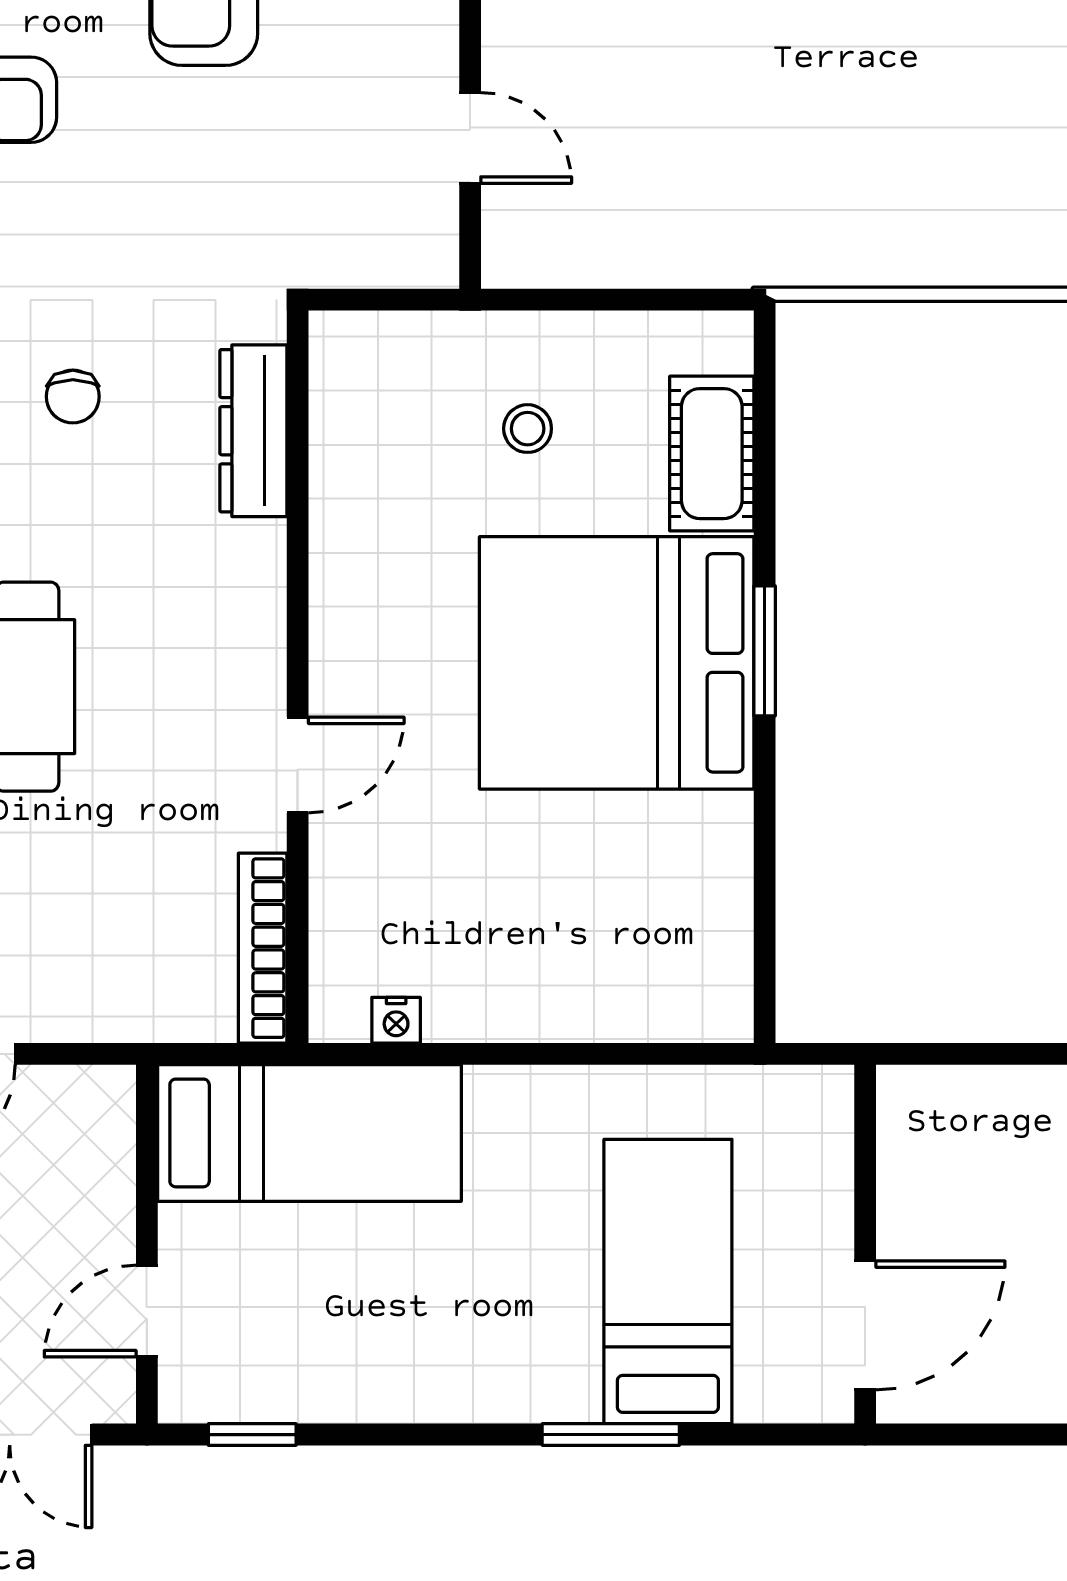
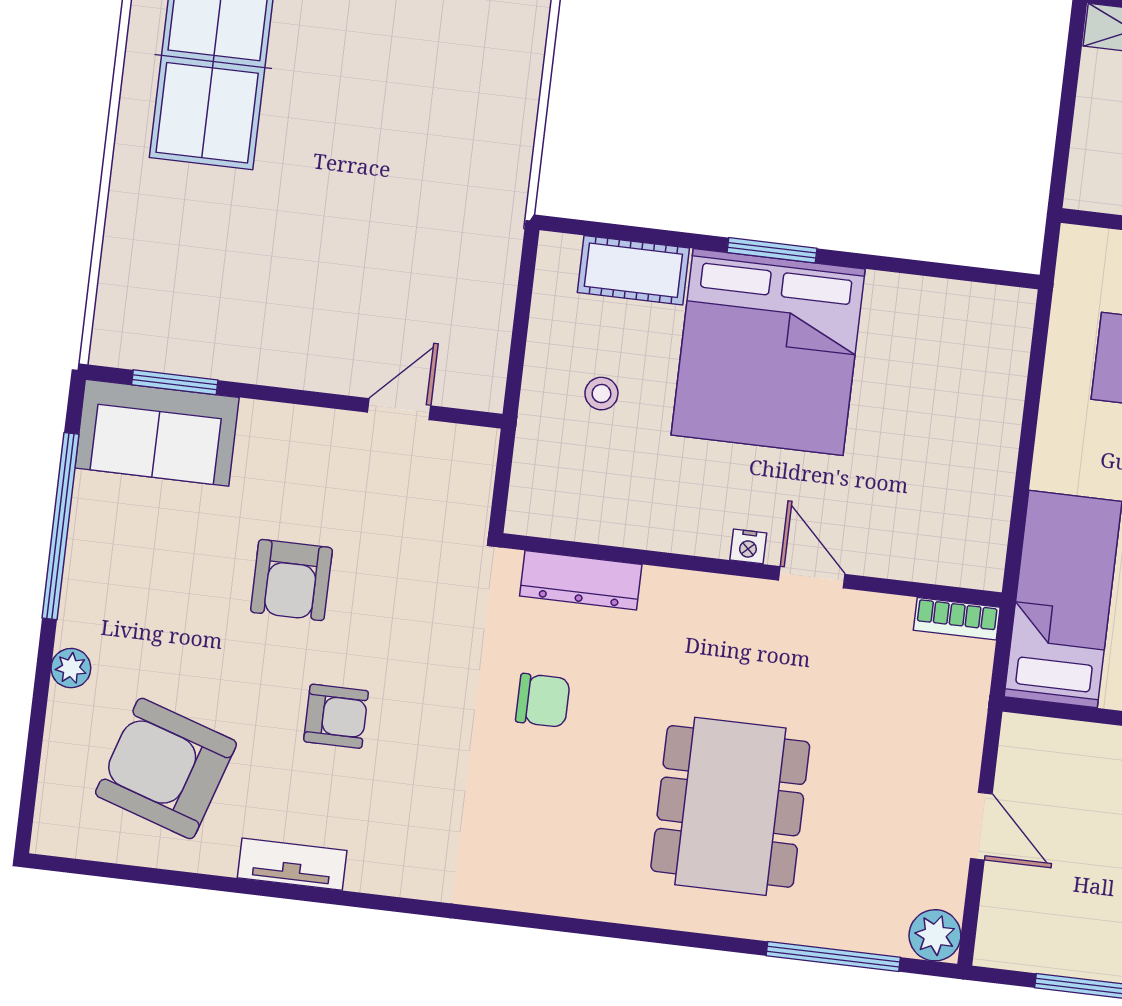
chair: (73, 397) -> (543, 700), width x1.37, depth x1.37
bookcase: (263, 948) -> (957, 619), width x0.64
nightstand: (396, 1020) -> (748, 546), moved, turned 90

